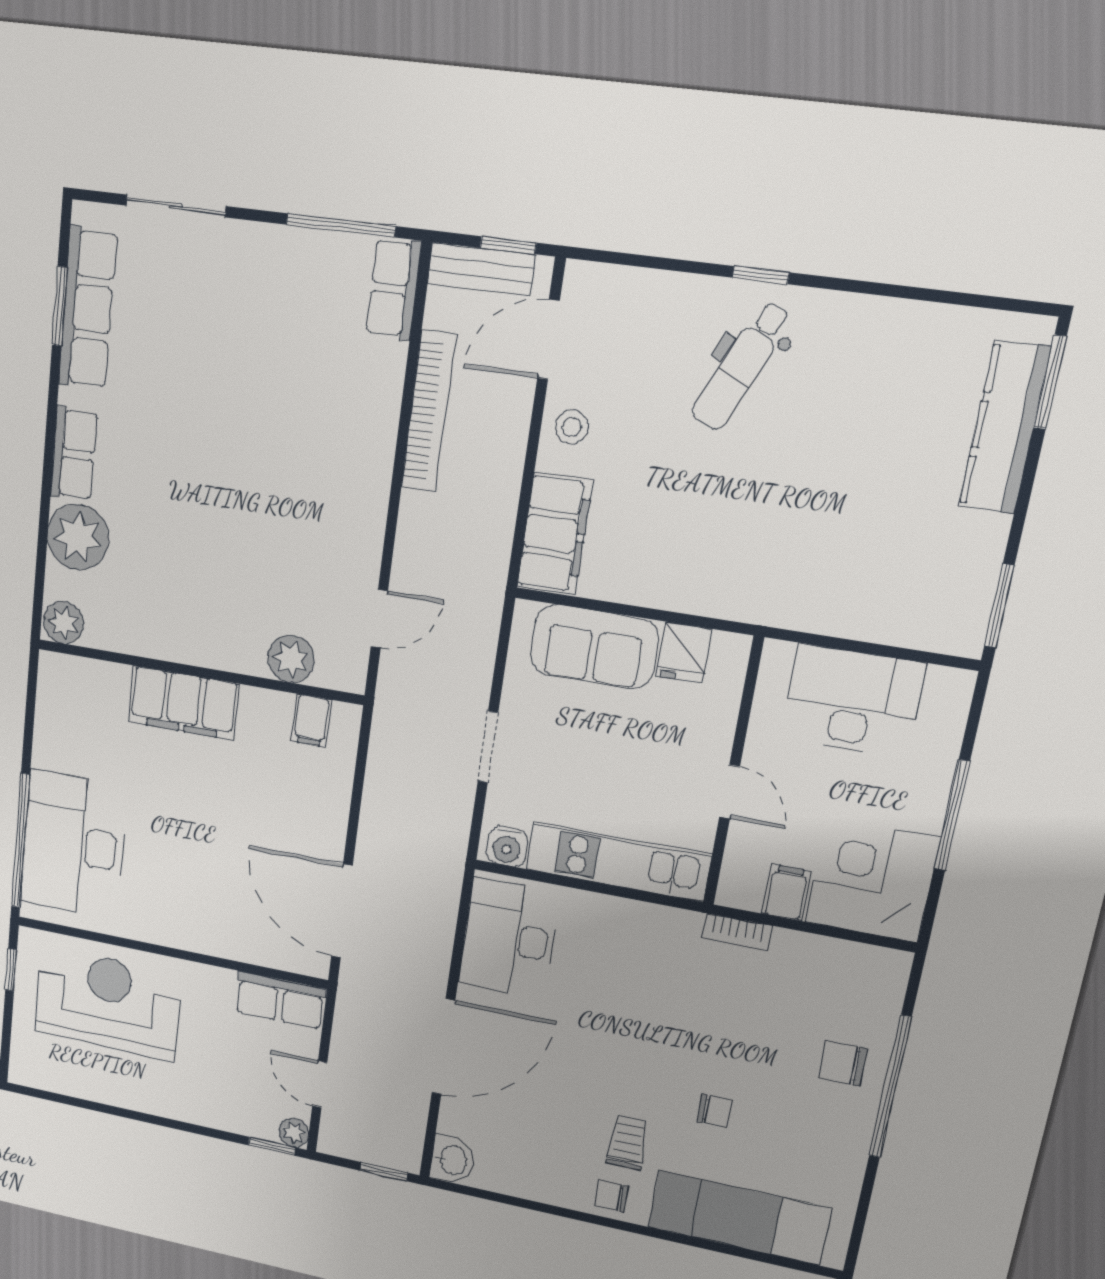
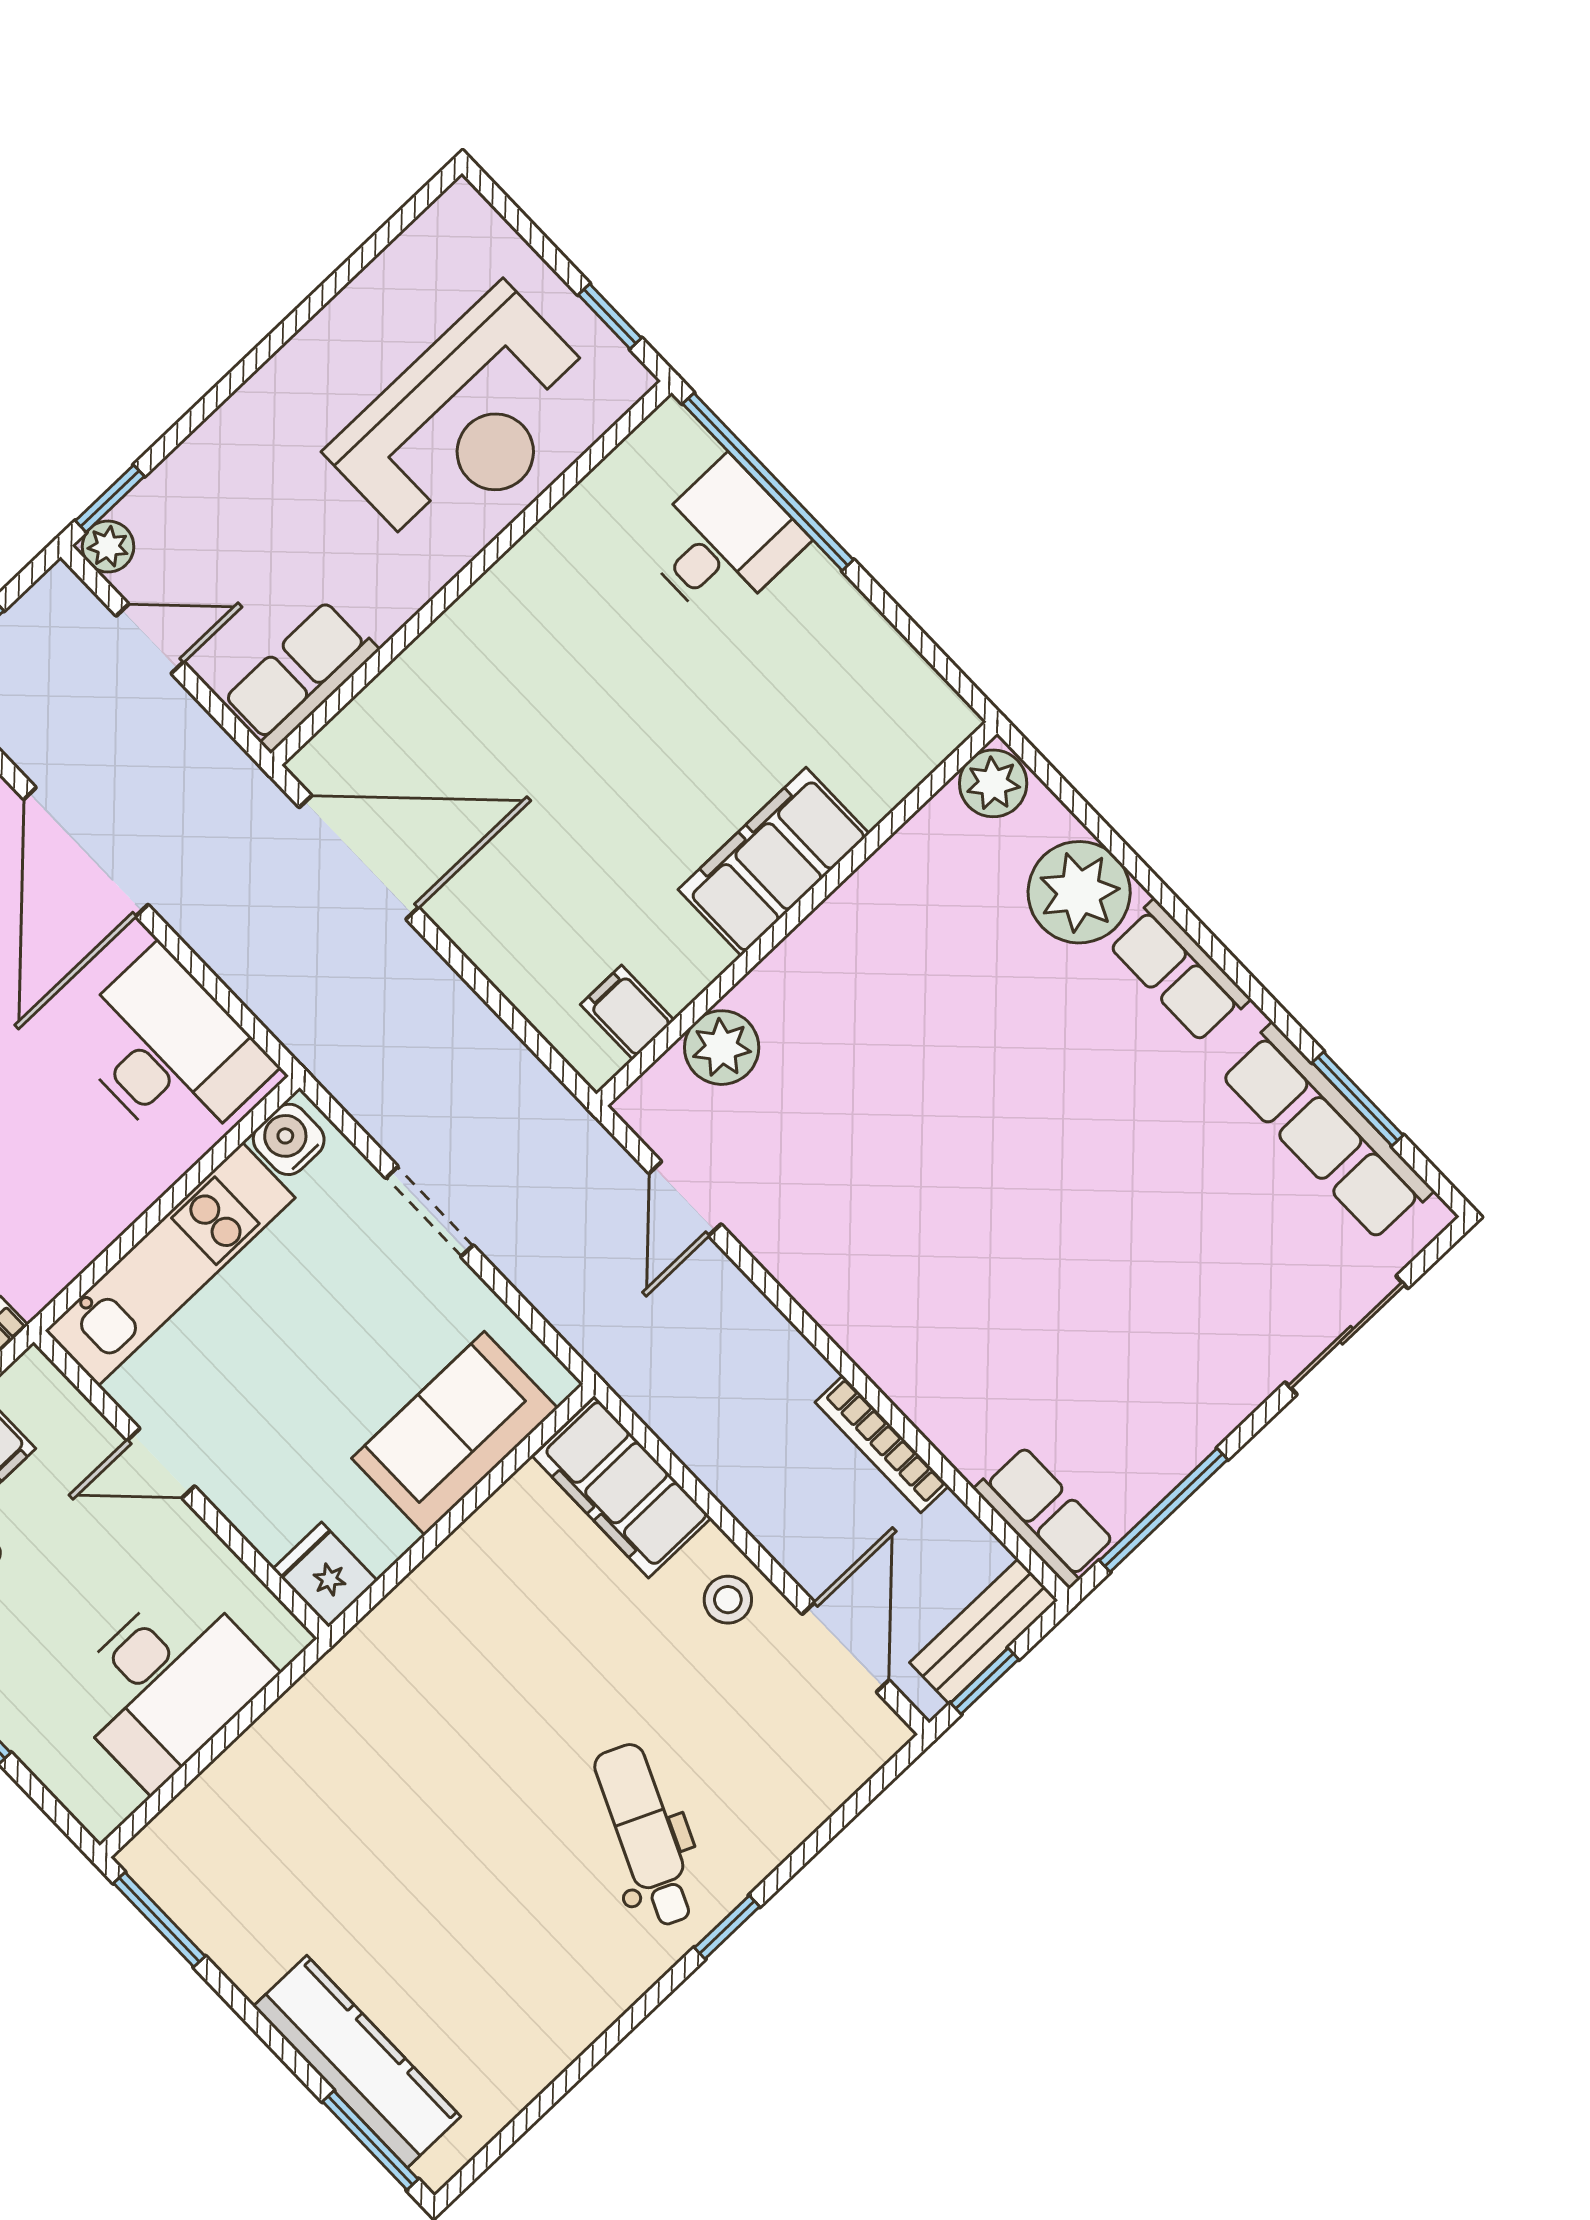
bookcase: (428, 411) -> (882, 1444), width x0.68, depth x0.76
fridge: (684, 652) -> (325, 1575), moved
desk: (74, 845) -> (723, 541), width x0.53, depth x0.77

